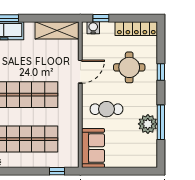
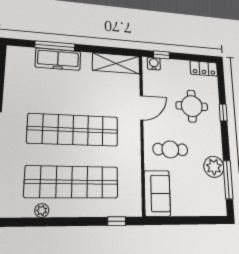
locker: (136, 29) -> (204, 68), width x0.66
window: (161, 122) -> (228, 180), moved

